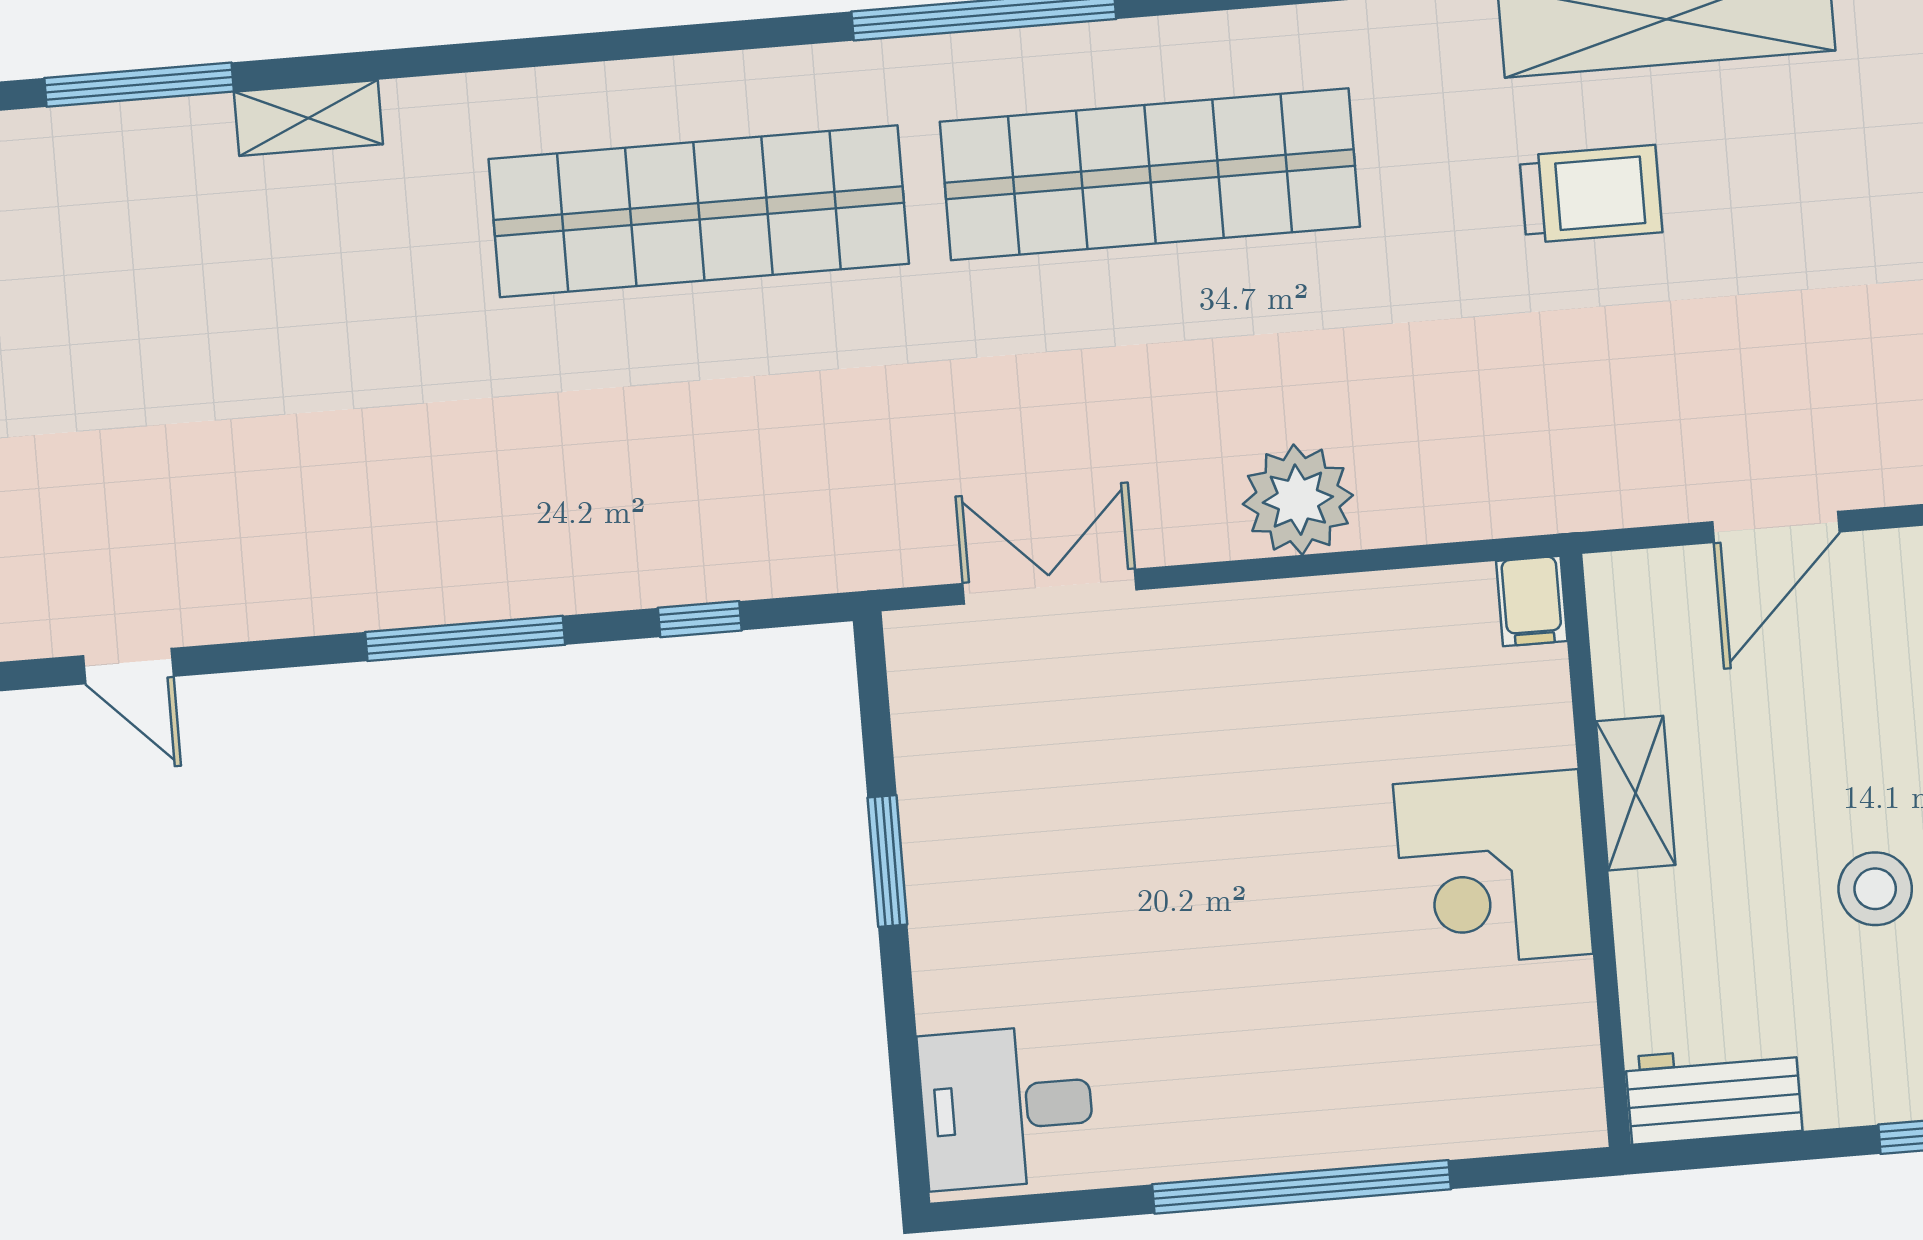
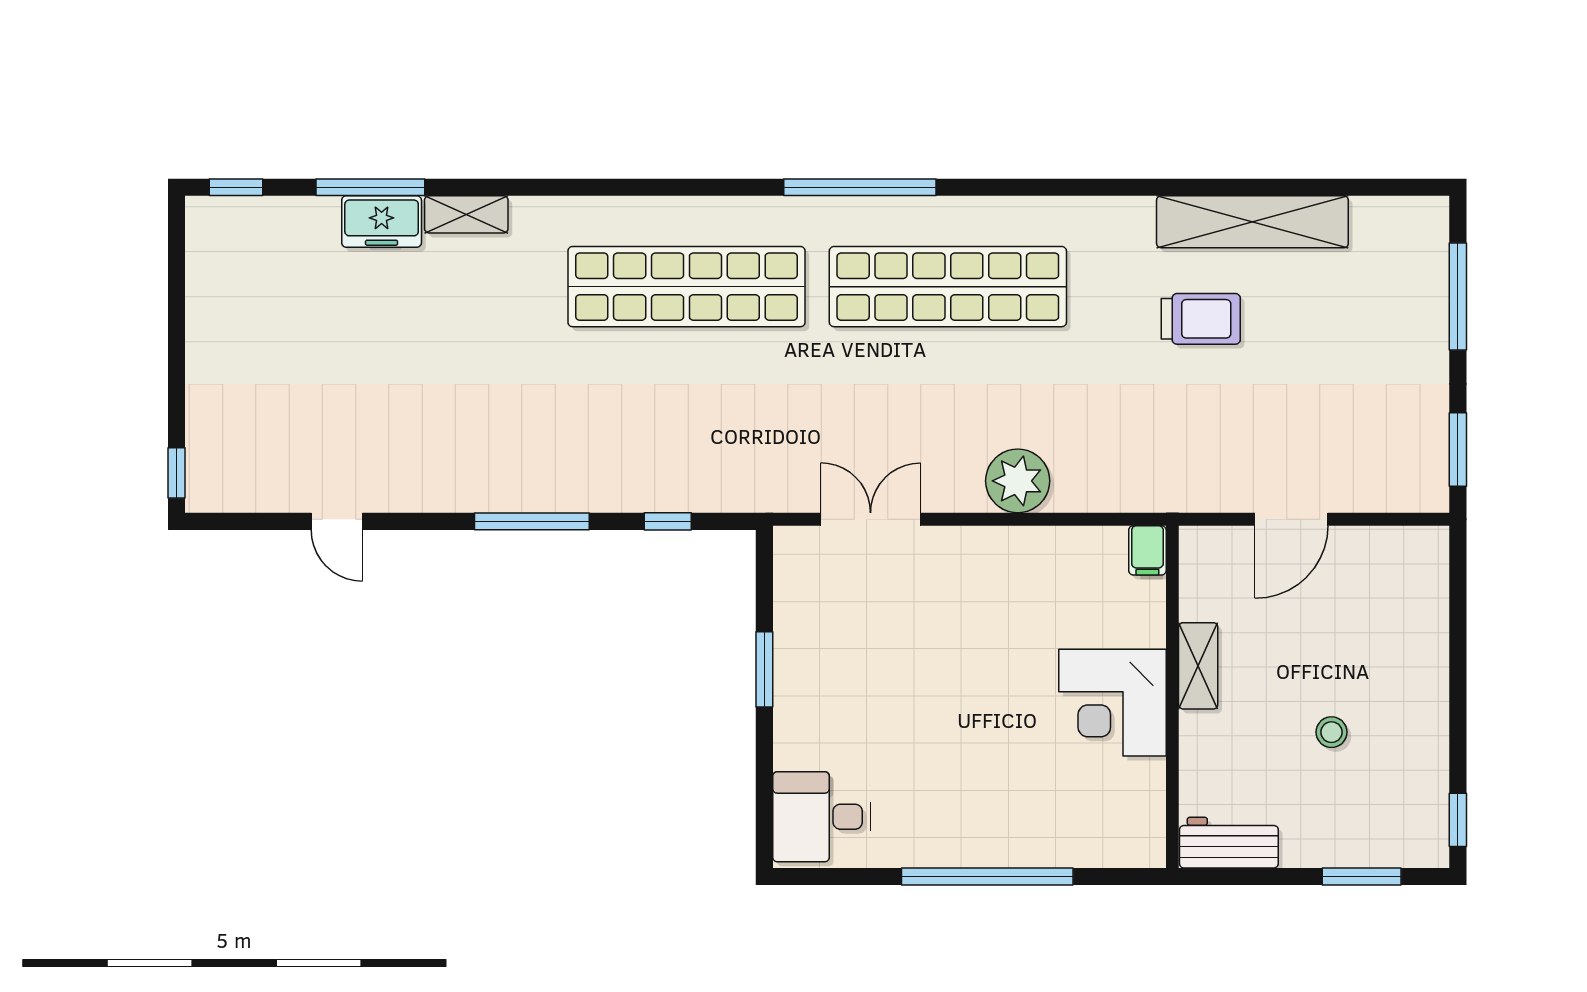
freezer: (163, 142) -> (382, 222), added
stool: (1875, 889) -> (1331, 732), width x0.73, depth x0.73

